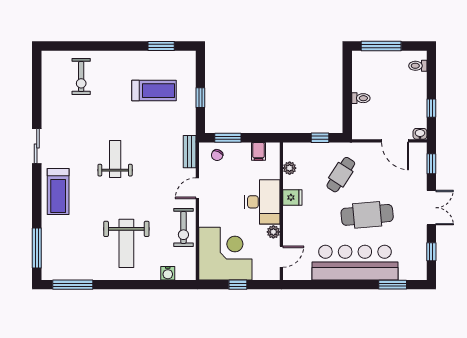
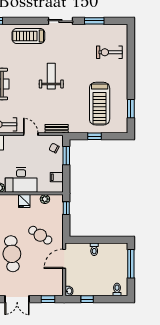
treadmill: (154, 91) -> (100, 104), width x1.37, depth x1.38
window: (37, 98) -> (94, 21), added
window: (320, 138) -> (66, 208), moved
door: (395, 141) -> (64, 259), moved
weight bench: (115, 159) -> (51, 76), turned -90

